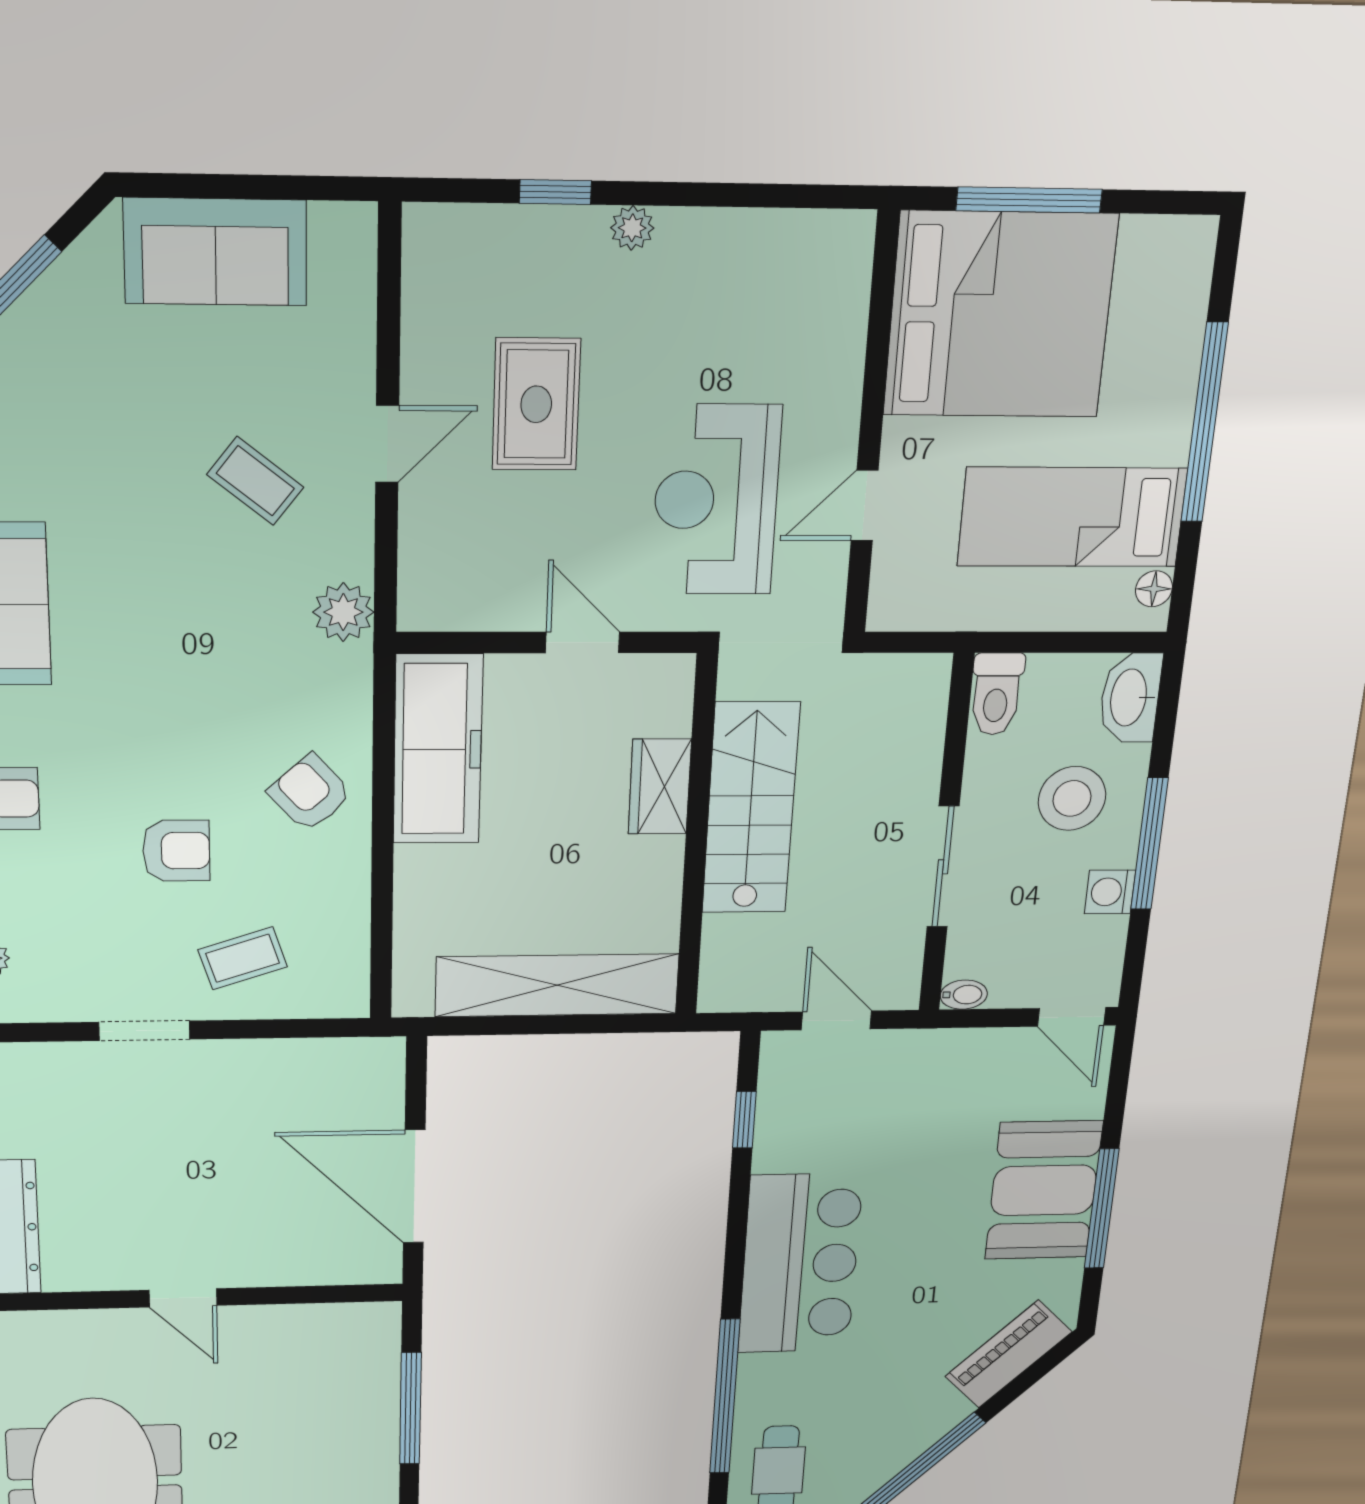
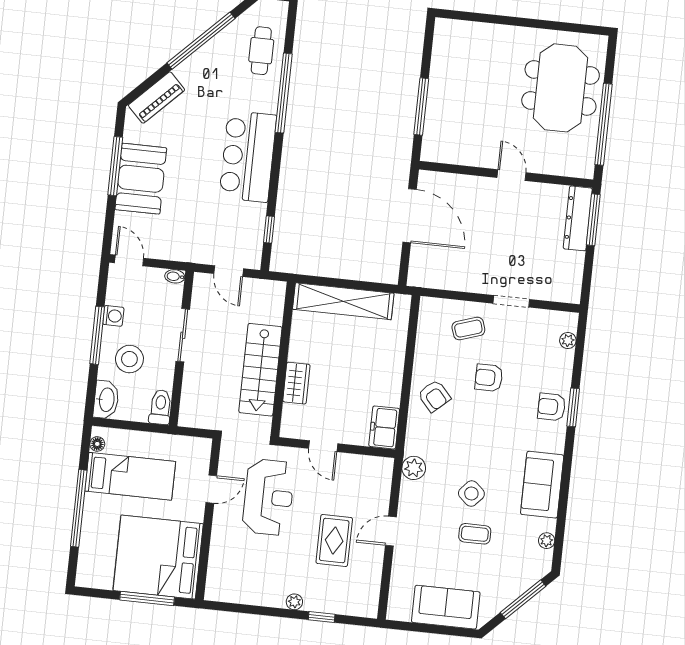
coffee table: (255, 481) -> (475, 534), moved, turned -38
side table: (184, 563) -> (471, 494), added
freezer: (438, 749) -> (384, 427), width x0.52, depth x0.79

